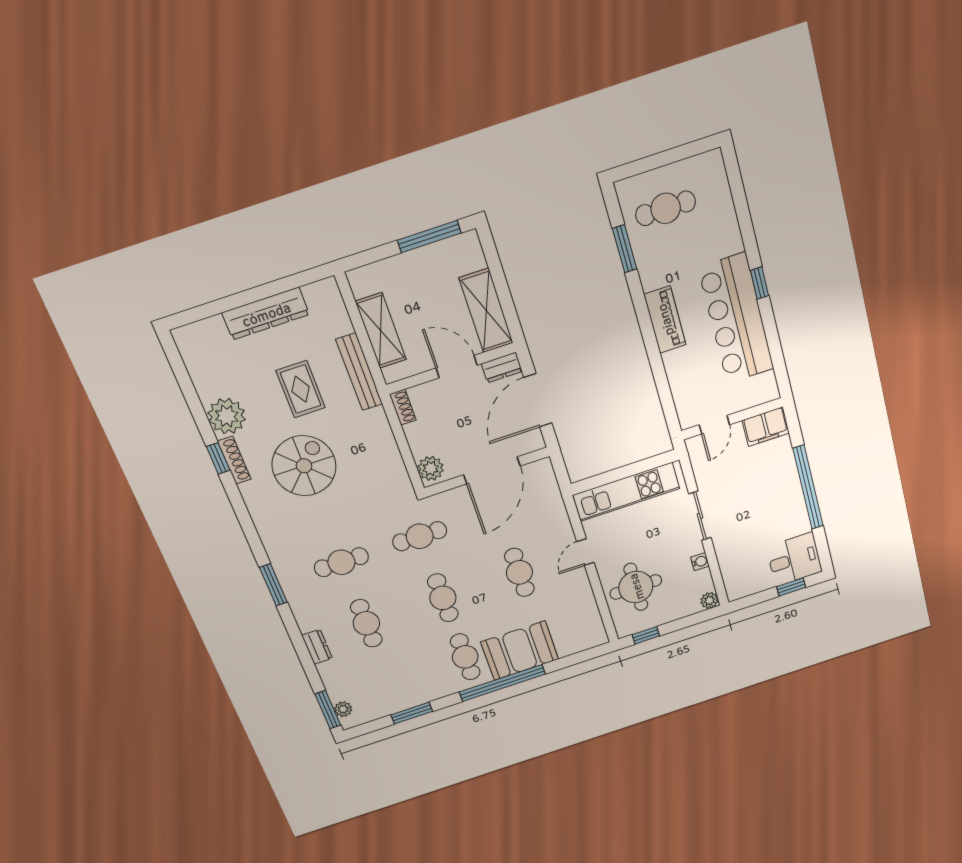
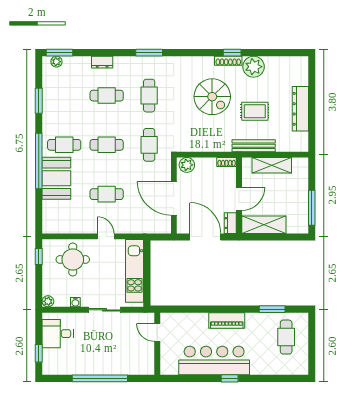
filing cabinet: (766, 427) -> (146, 362), removed
desk: (794, 559) -> (58, 334), moved, turned 90

